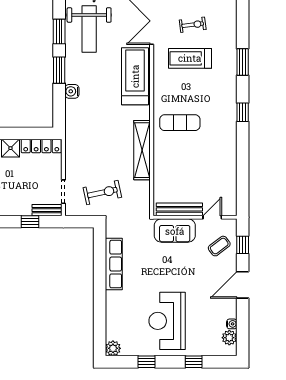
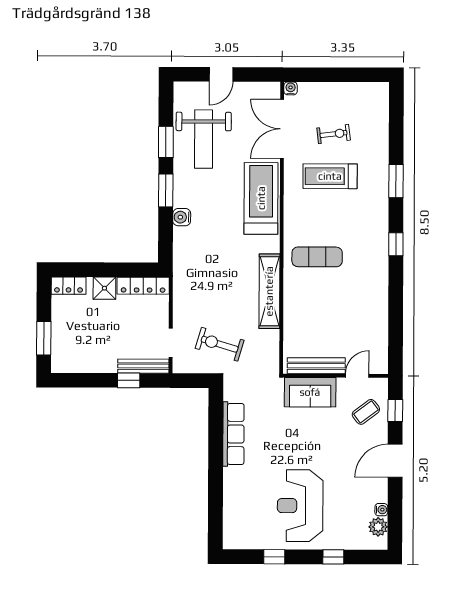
exercise bike: (102, 193) -> (220, 344), turned -151
bench: (47, 210) -> (143, 366), width x1.36
plant: (113, 348) -> (232, 540), removed

